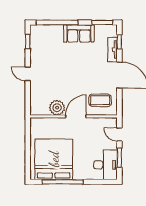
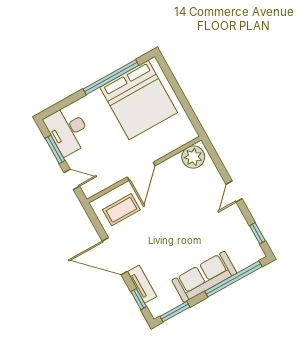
sofa: (79, 33) -> (204, 277), width x1.36
door: (28, 74) -> (234, 192), swing flipped
plant: (57, 108) -> (193, 157), moved

